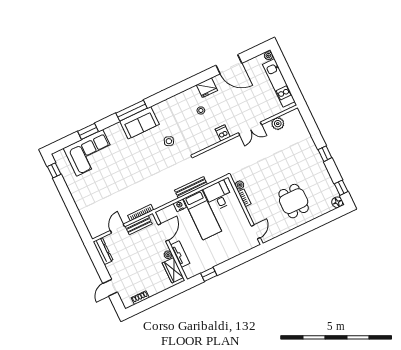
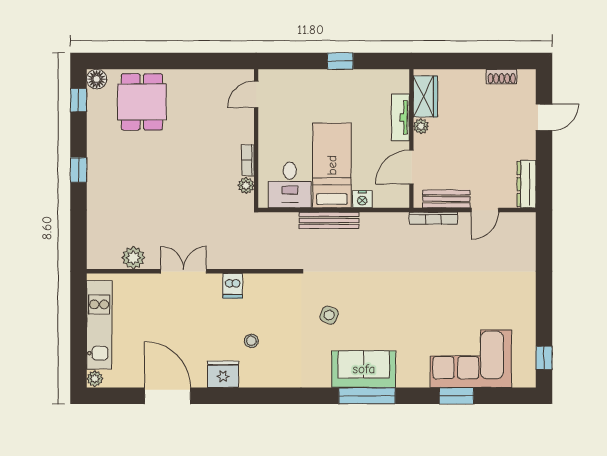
dining table: (294, 201) -> (142, 102), moved
window: (209, 274) -> (340, 61), moved

